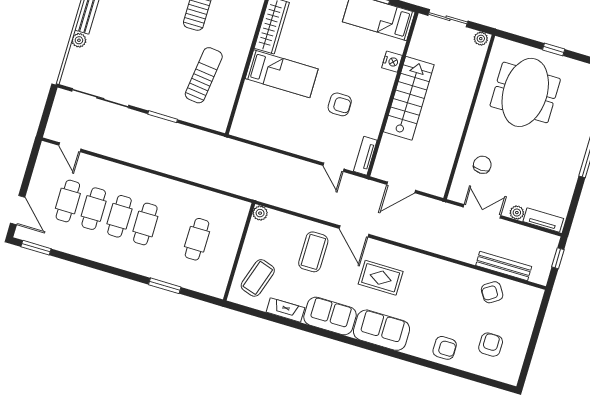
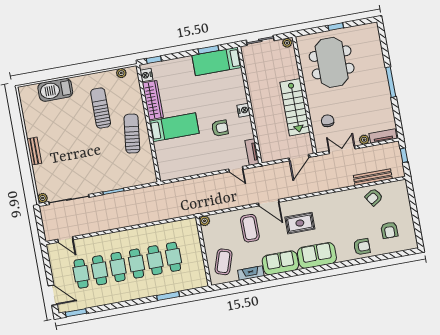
plant: (79, 40) -> (43, 198), moved
nightstand: (392, 62) -> (244, 110), moved
sun lounger: (204, 75) -> (132, 134), moved
stairs: (409, 98) -> (295, 107), moved, turned 180
door: (401, 187) -> (299, 158), moved
cafe table: (171, 232) -> (155, 260), added
armchair: (491, 345) -> (389, 230), turned 180

